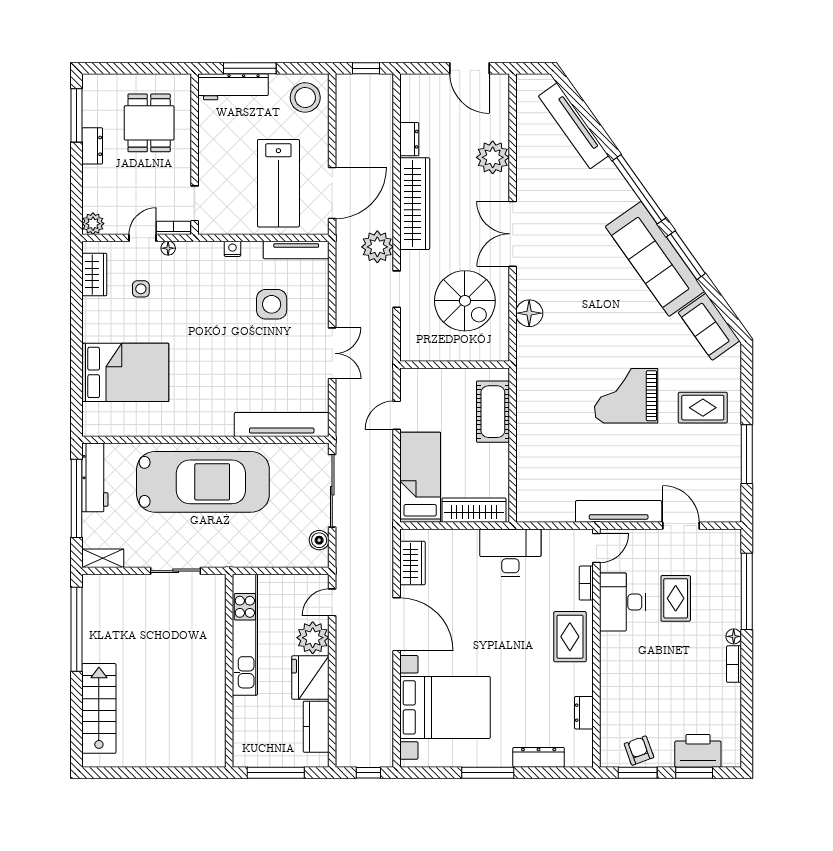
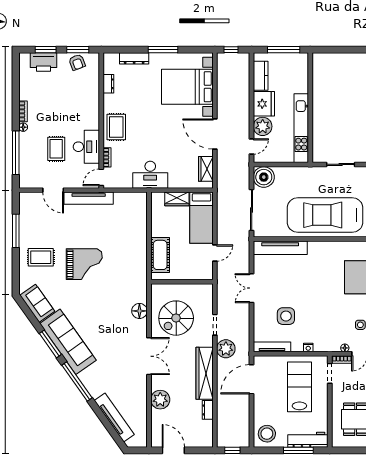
lab bench: (278, 183) -> (299, 387), moved
spiral stairs: (465, 301) -> (176, 318), turned -90
wardrobe: (474, 510) -> (177, 199), width x0.67
boiler: (319, 540) -> (264, 177), width x1.86, depth x1.86

